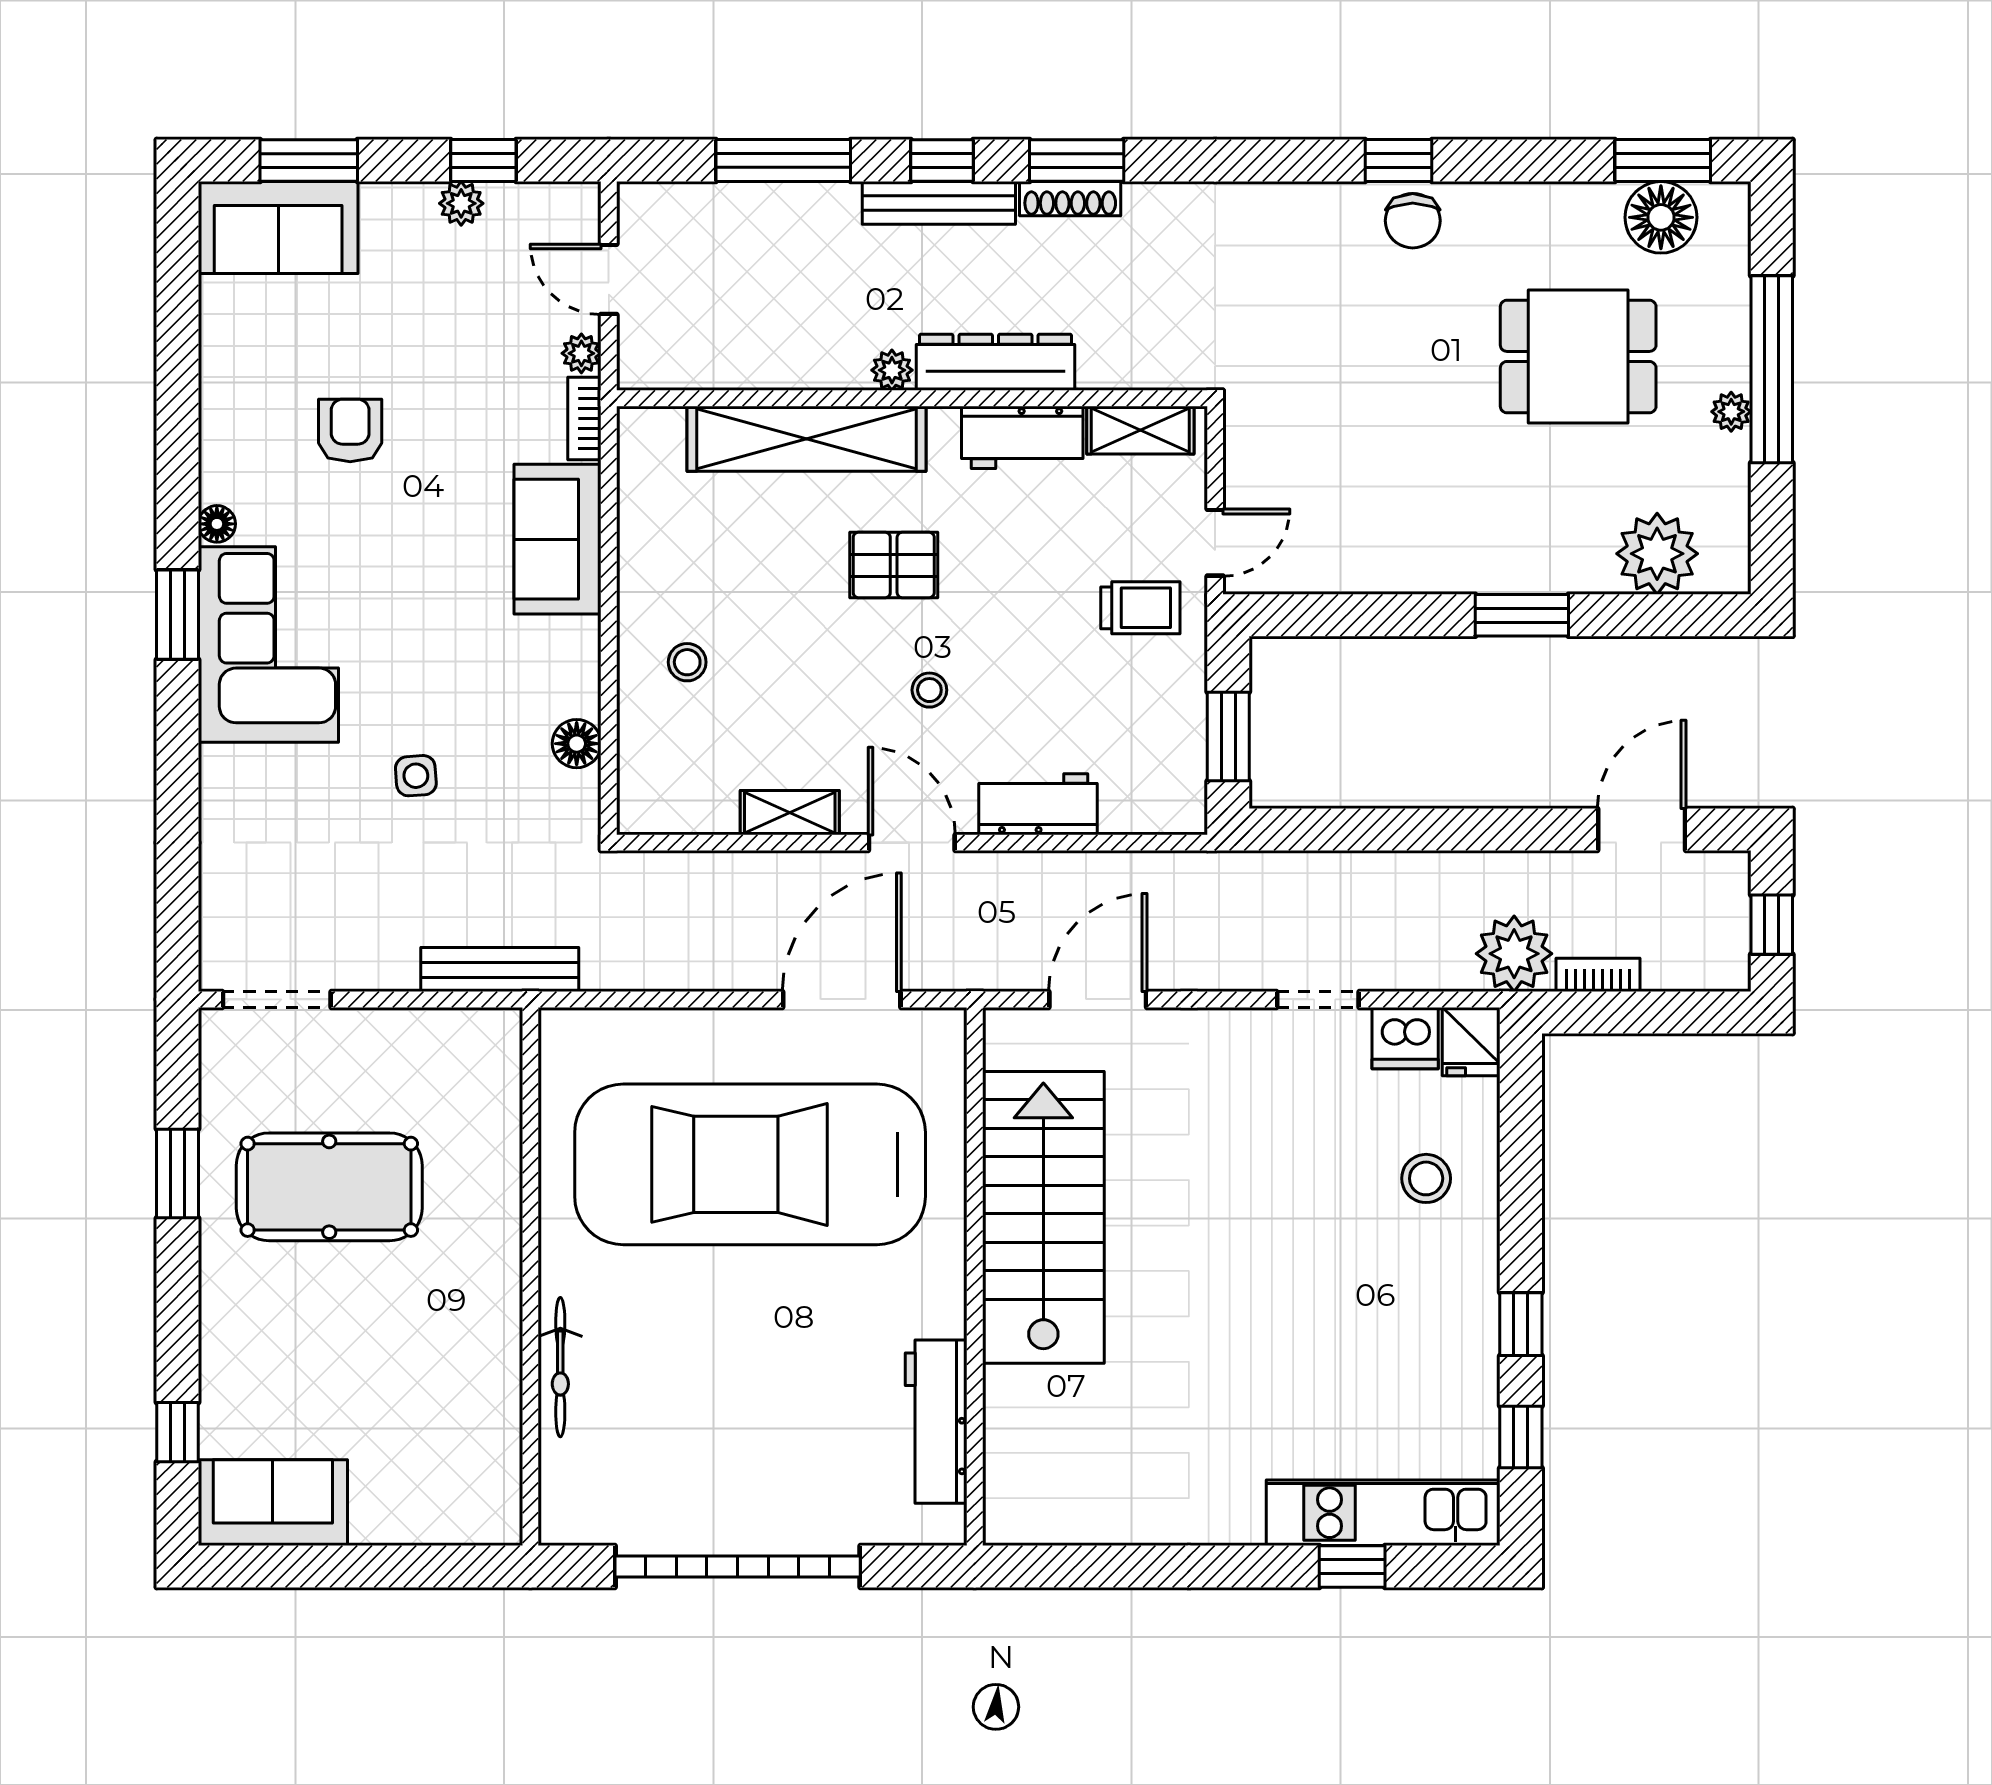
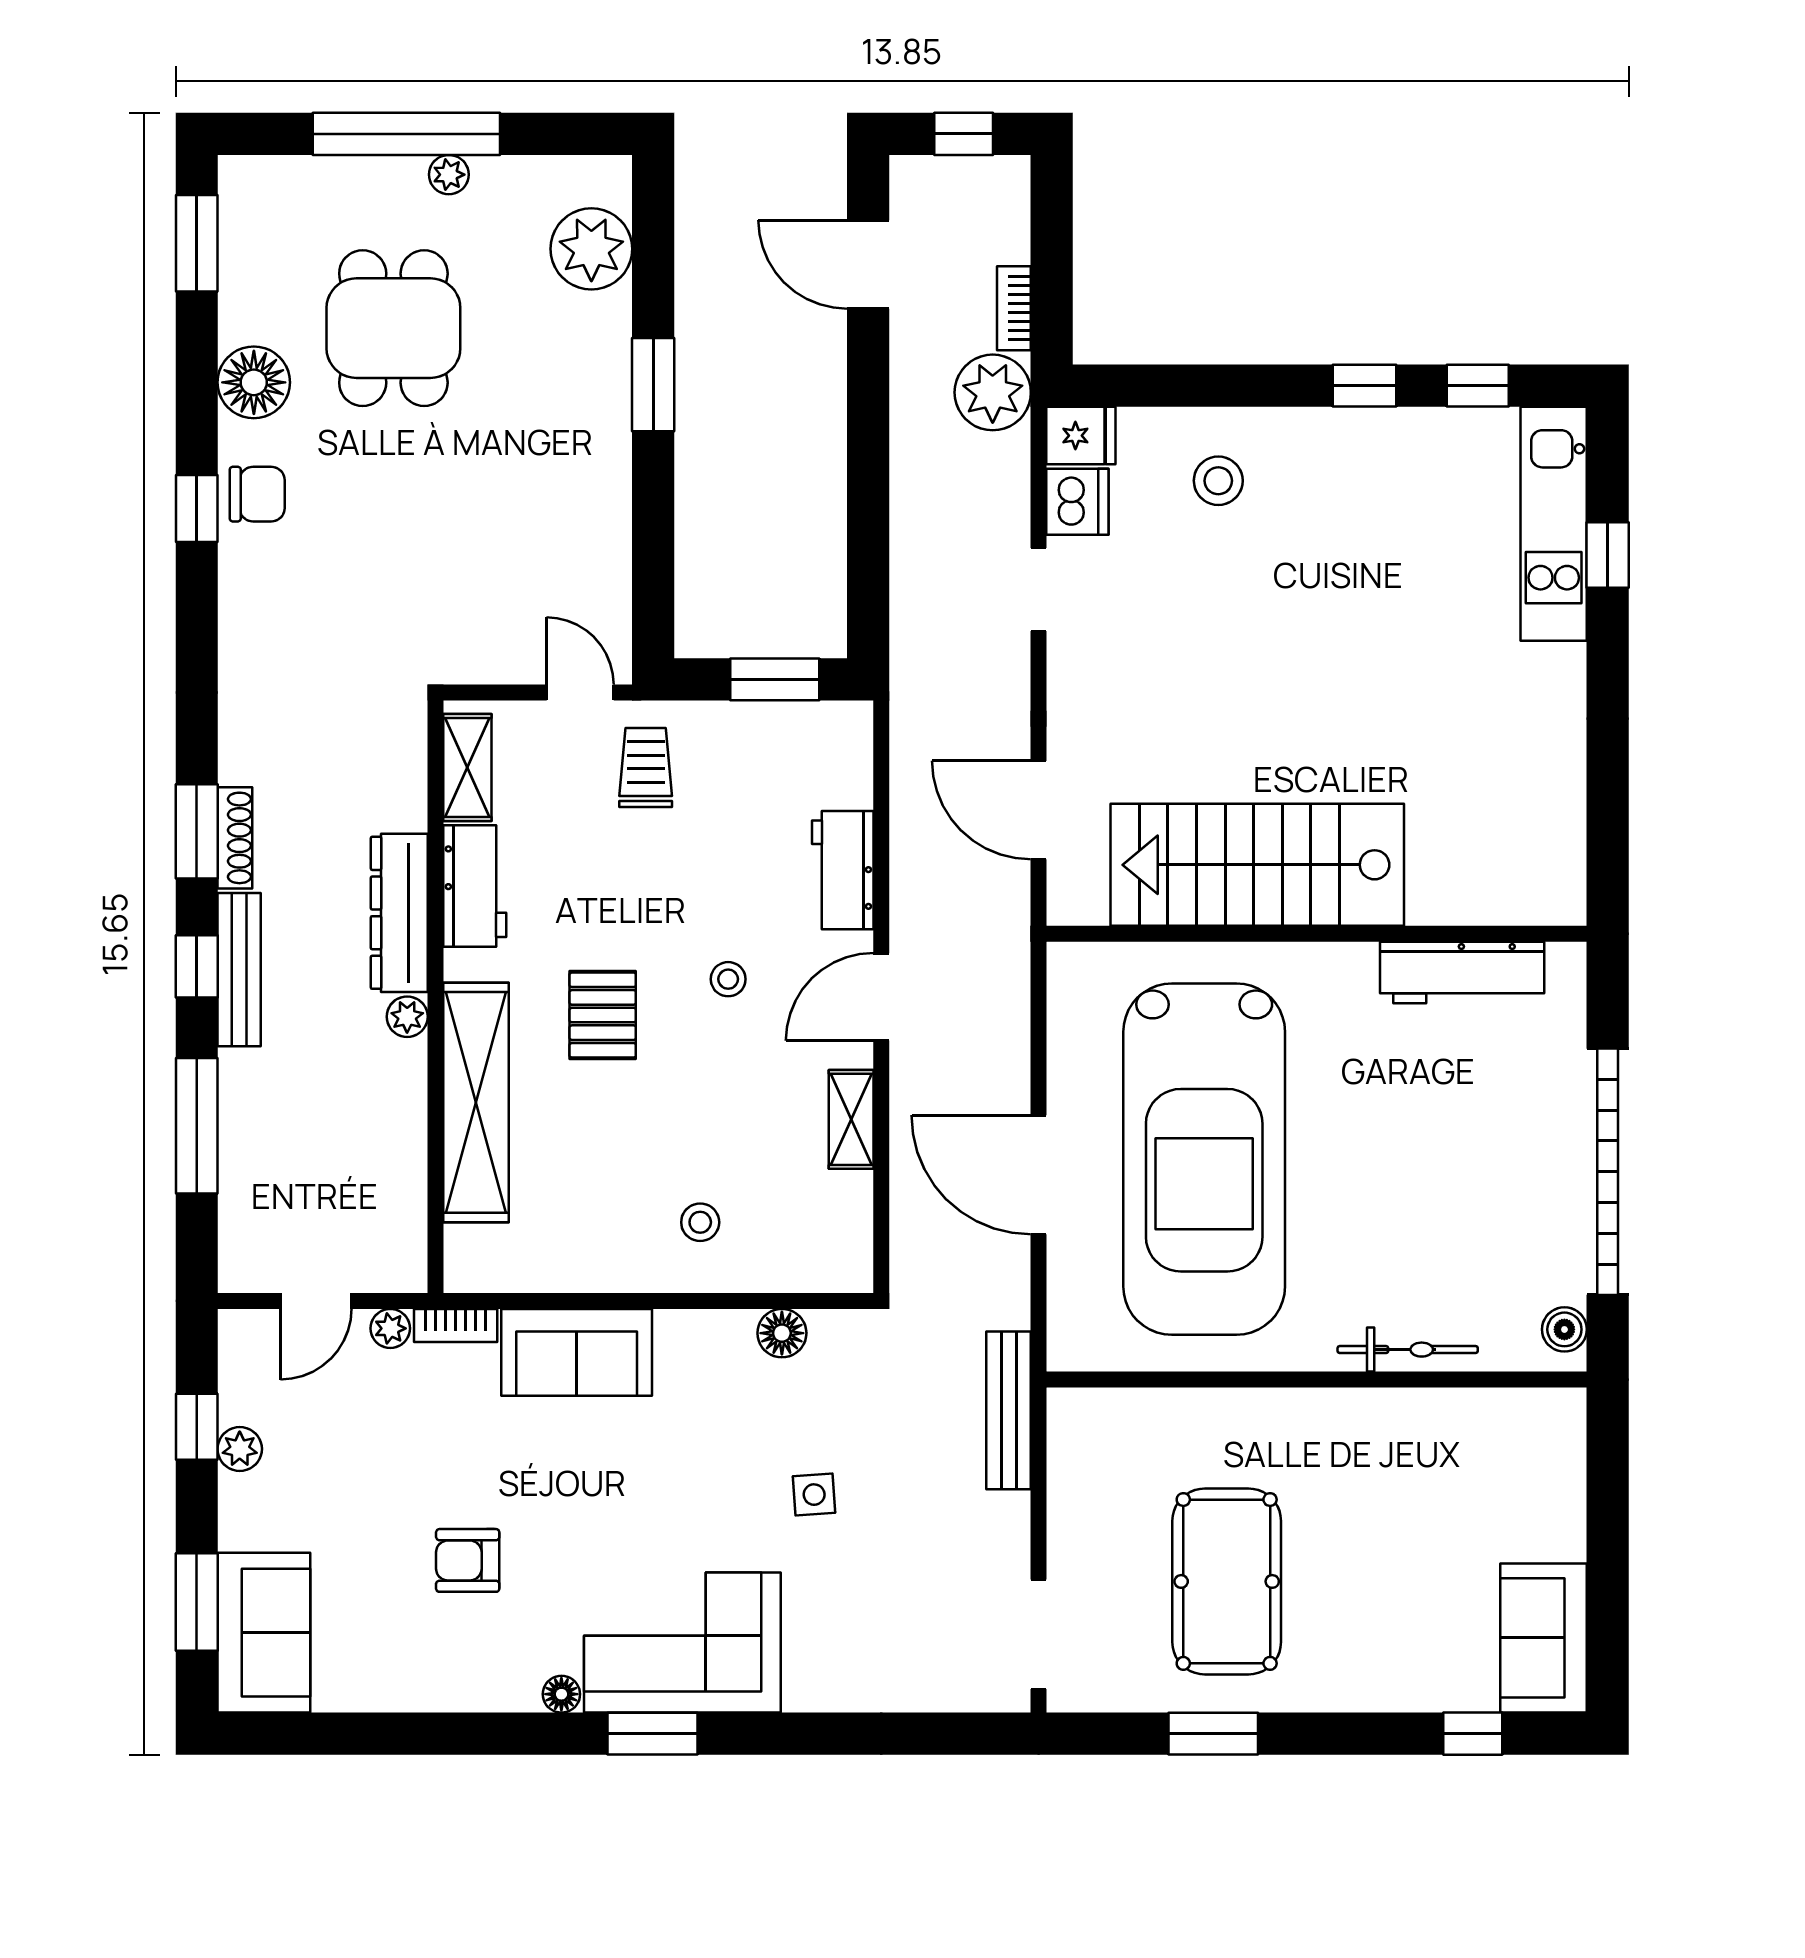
floor lamp: (1661, 217) -> (254, 382), moved
door: (842, 999) -> (1039, 1175), moved
boiler: (580, 1523) -> (1564, 1329), added

